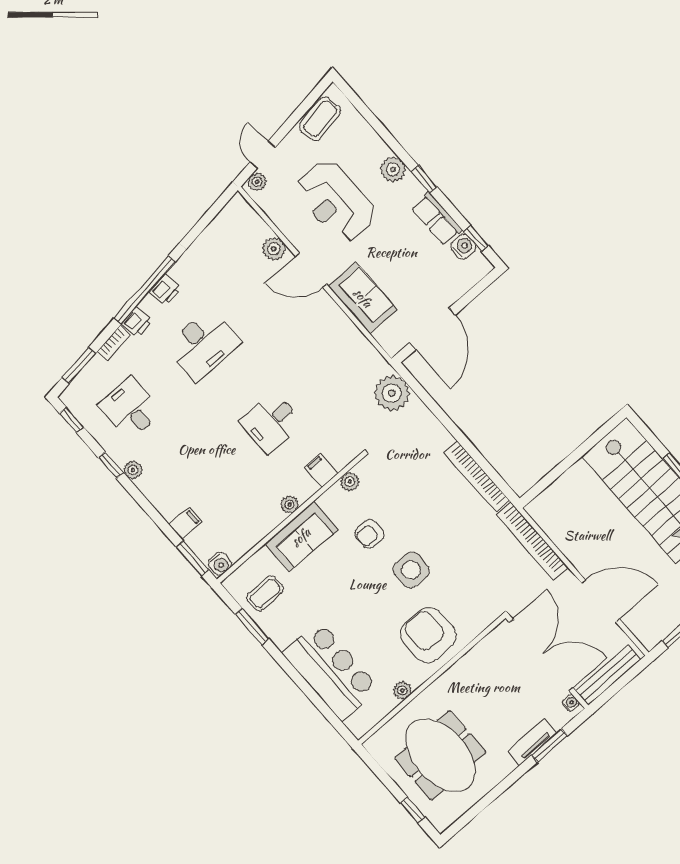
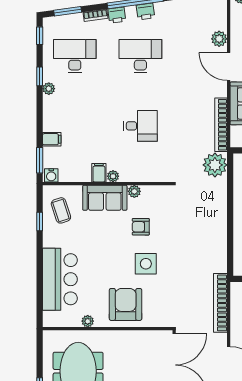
desk: (203, 345) -> (140, 56), turned 180
desk: (130, 408) -> (75, 56), width x1.37
desk: (271, 422) -> (140, 126), turned 180
filing cabinet: (321, 470) -> (99, 173), moved
bookcase: (477, 476) -> (221, 125), moved
plant: (350, 482) -> (134, 191), moved
coffee table: (265, 593) -> (61, 210), turned 72
window: (252, 626) -> (40, 222), width x0.67

